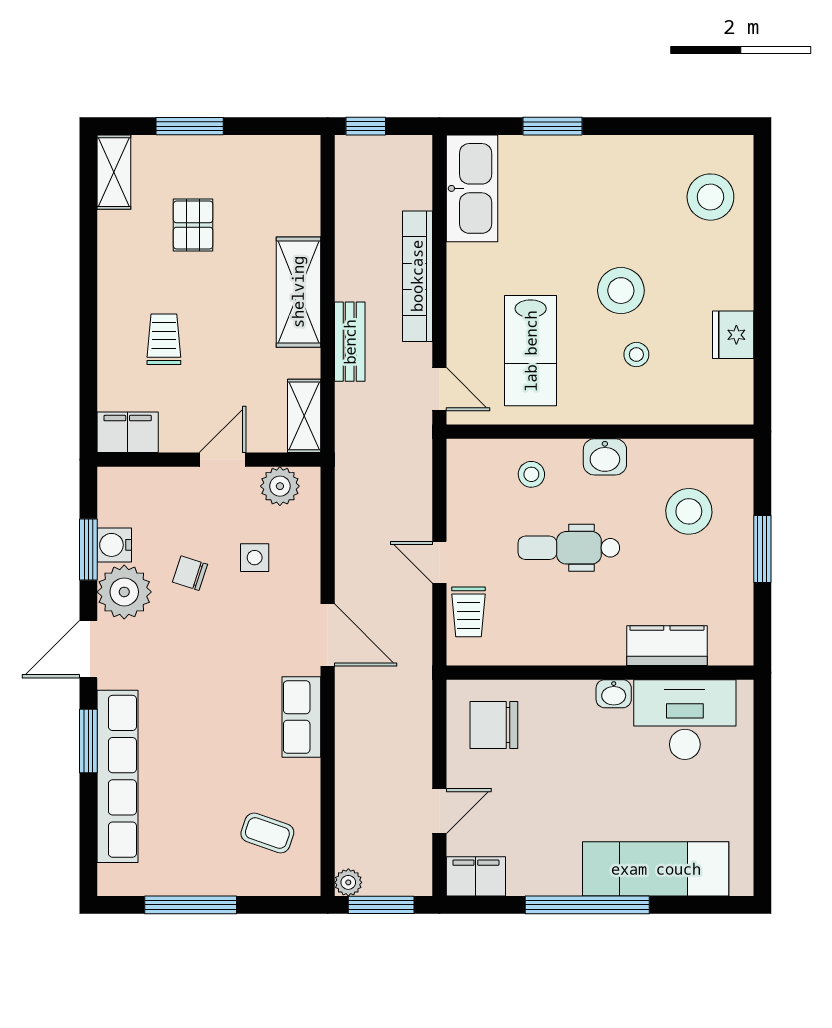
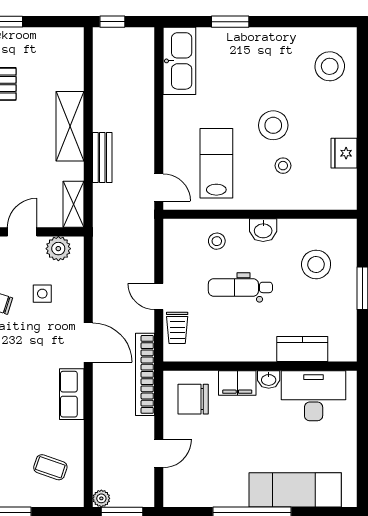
bookcase: (417, 276) -> (145, 374), moved
lab bench: (531, 351) -> (216, 163), turned 180
filing cabinet: (476, 876) -> (237, 383), moved, turned 180

